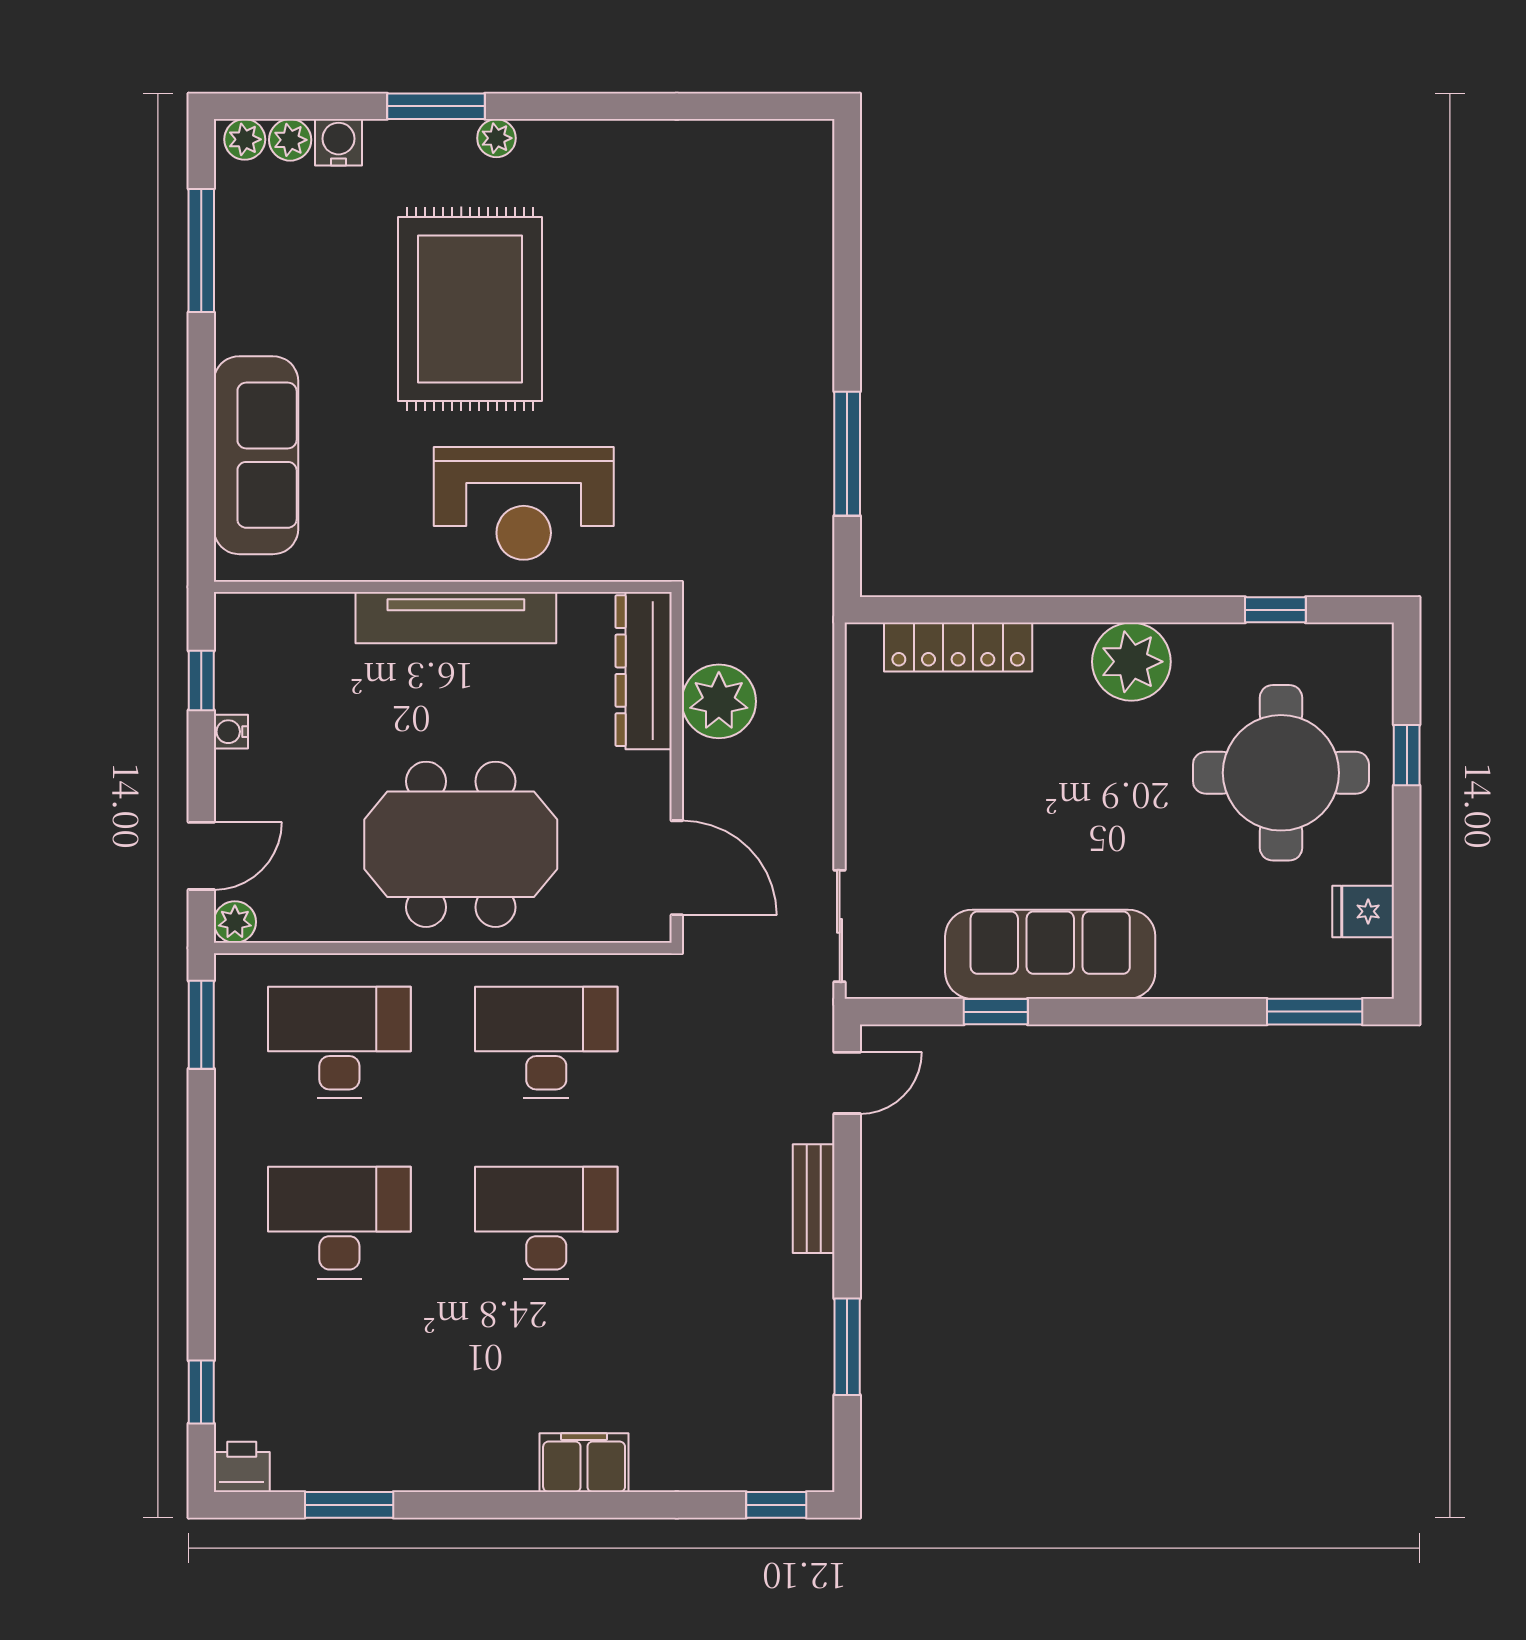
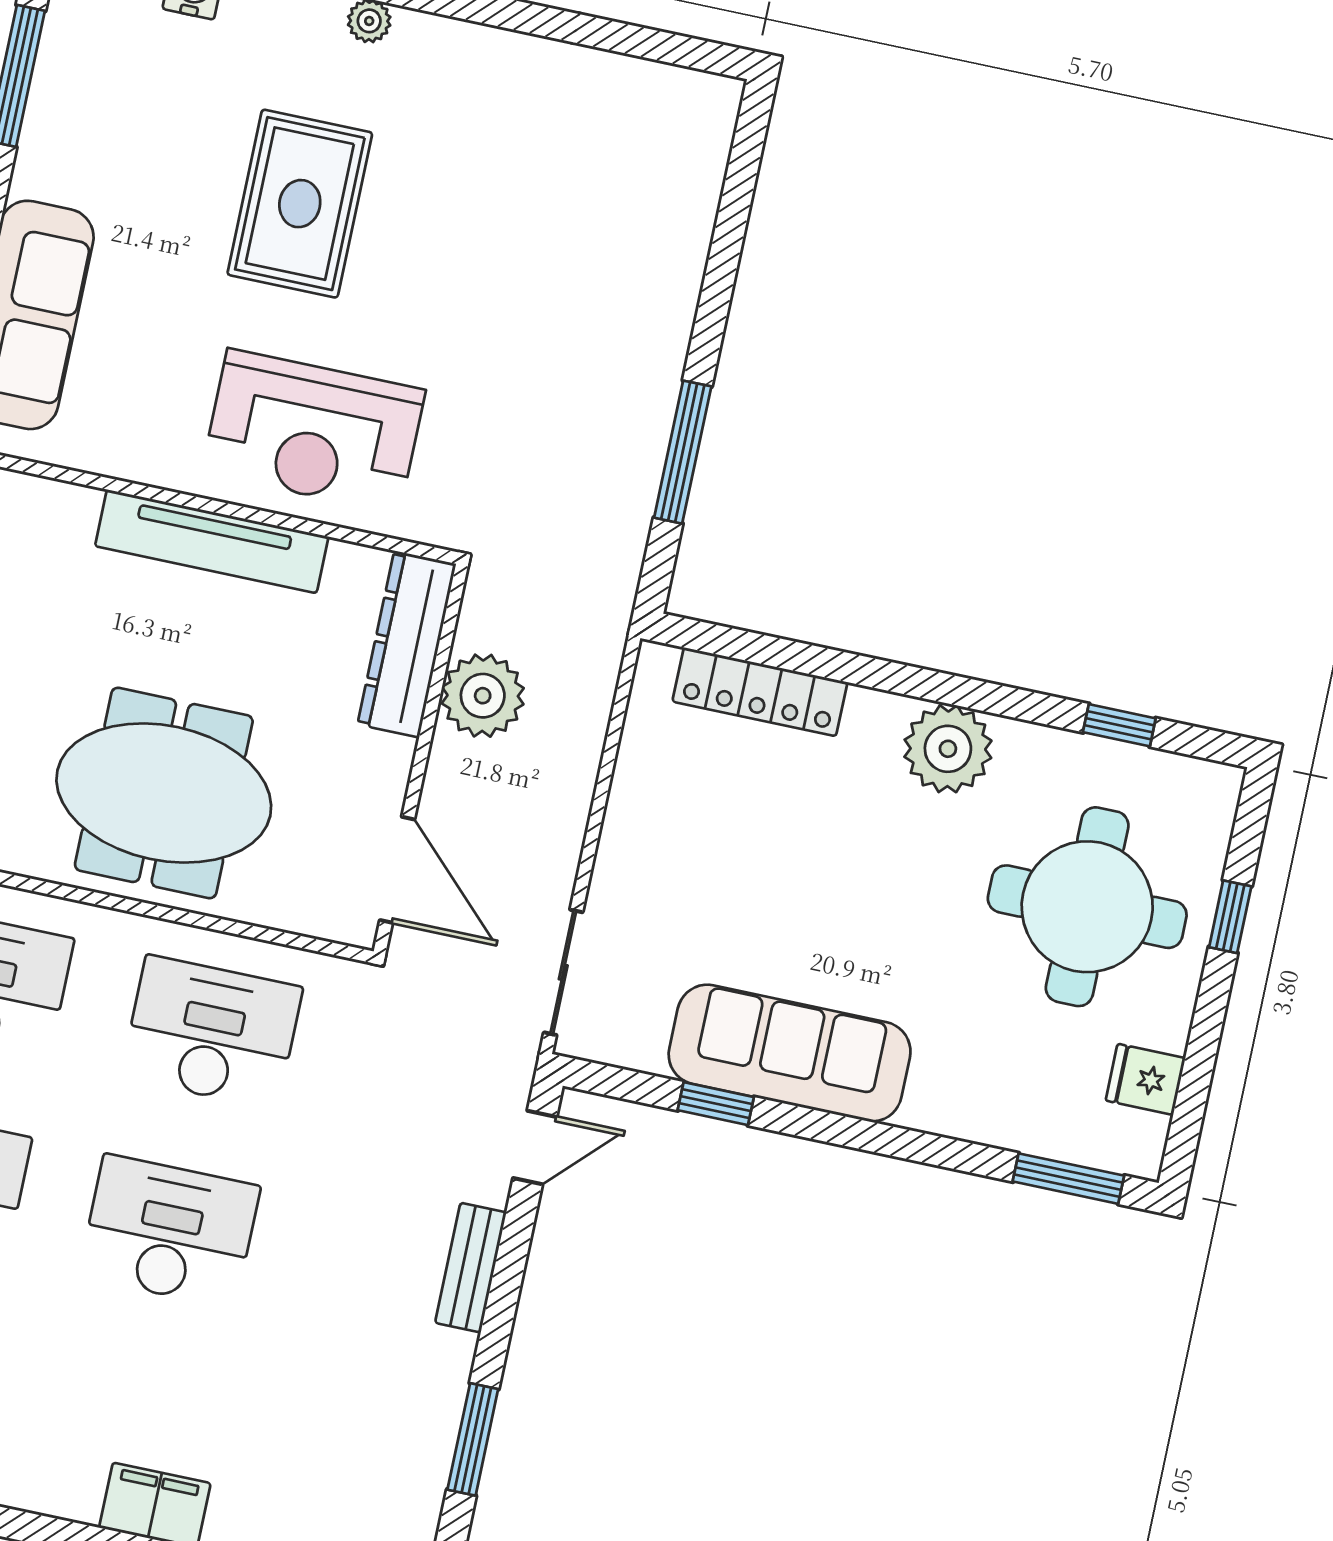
rug: (470, 309) -> (300, 204), width x0.73, depth x0.69

